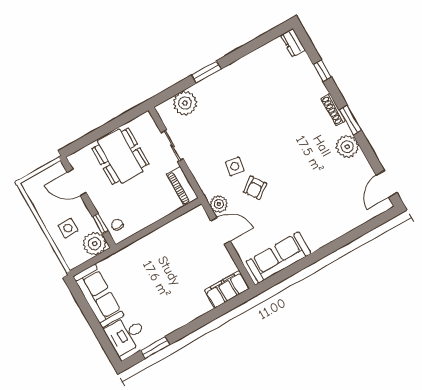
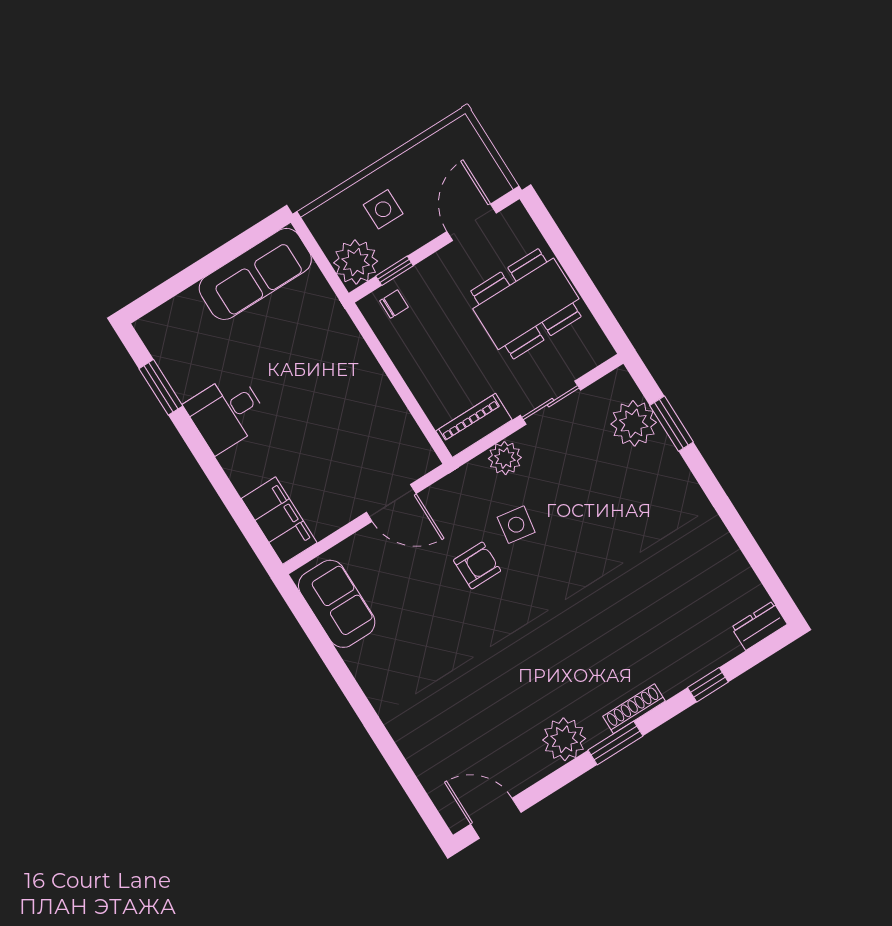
window: (206, 72) -> (671, 424), moved
armchair: (255, 188) -> (477, 565), turned 125
plant: (219, 204) -> (505, 458), moved
door: (221, 231) -> (391, 503), hinge flipped
sofa: (279, 258) -> (337, 604), width x0.73
desk: (126, 335) -> (227, 413), moved, turned -90

